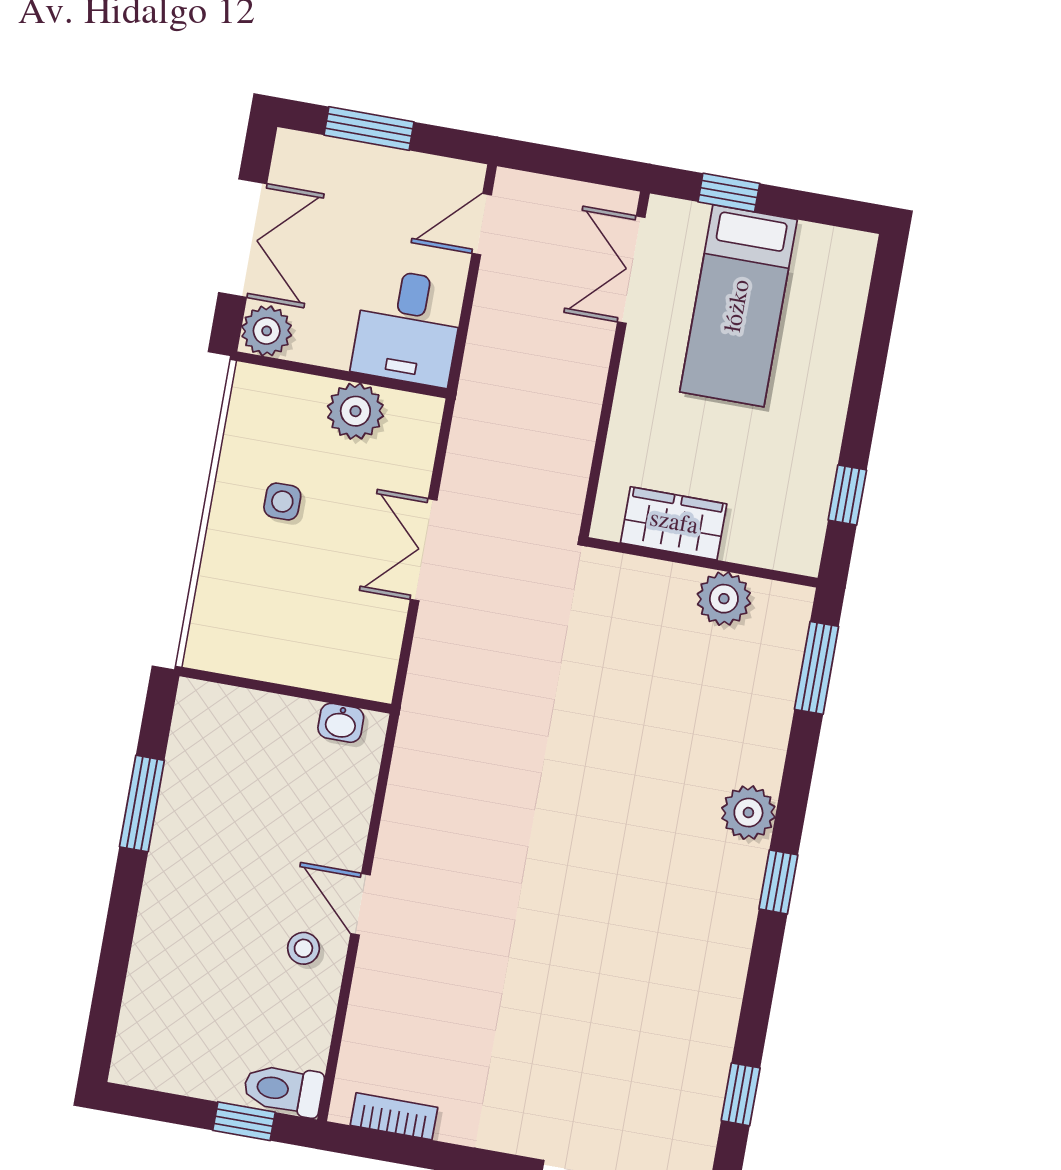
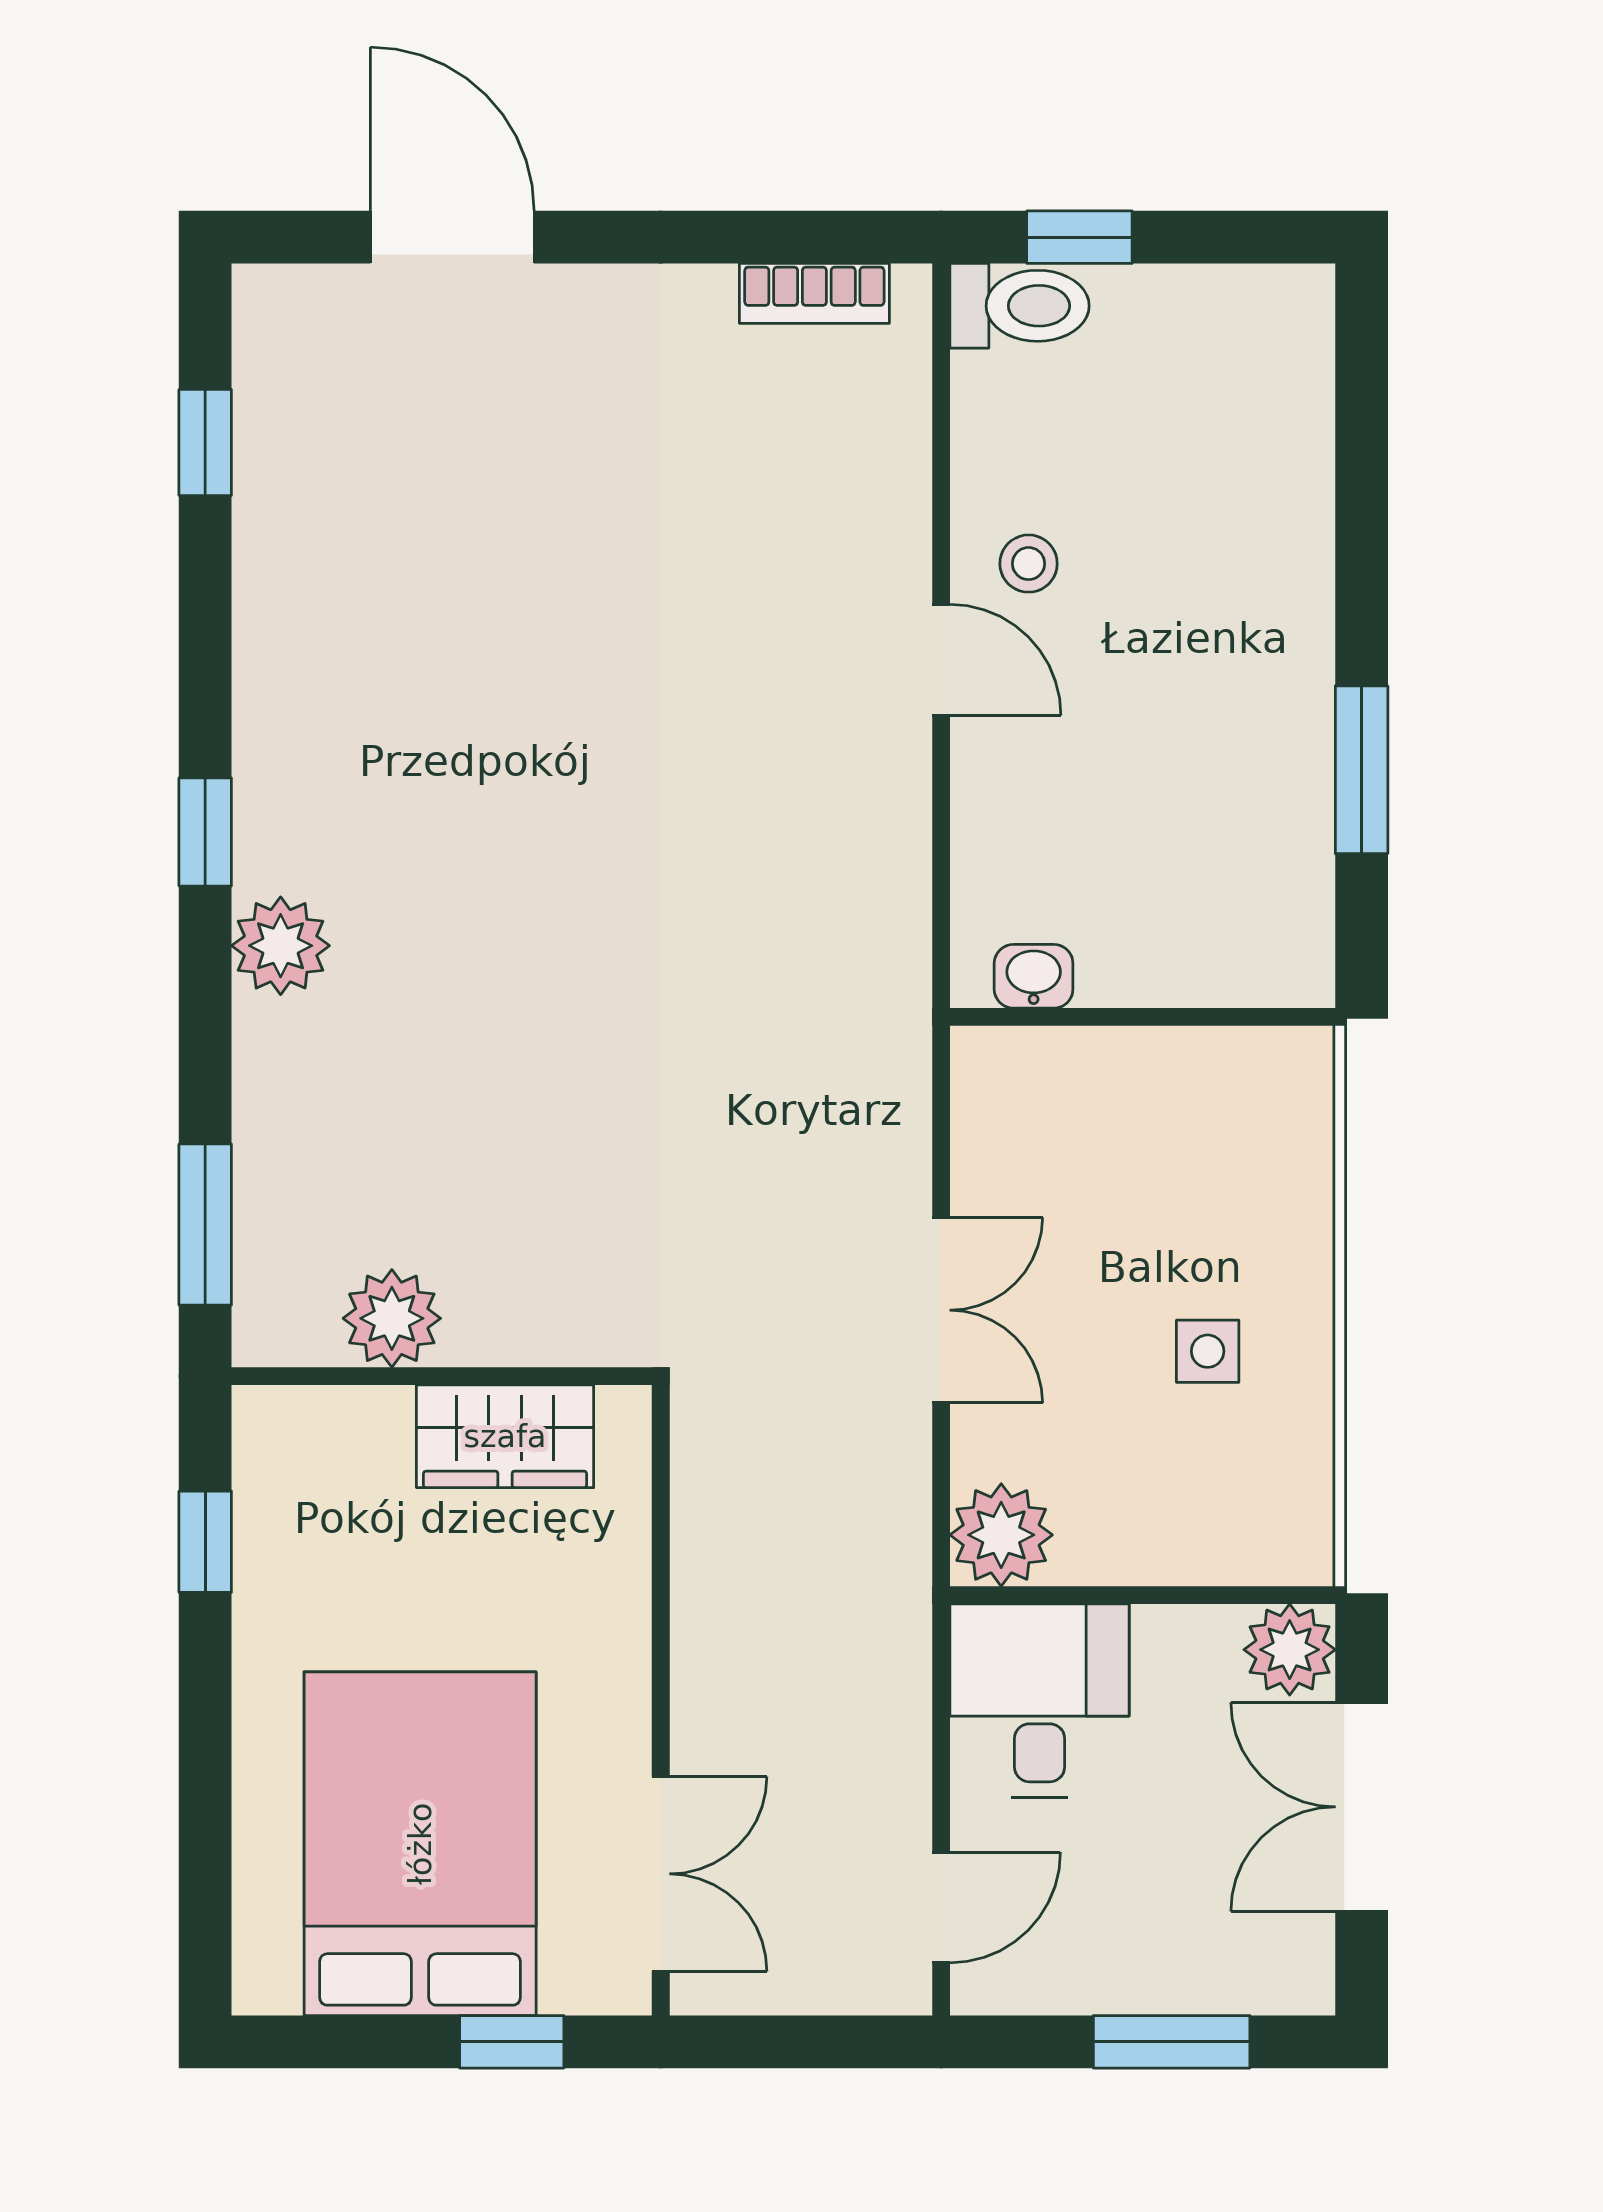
bed: (738, 306) -> (420, 1844), width x1.50
plant: (355, 411) -> (1001, 1535), moved

